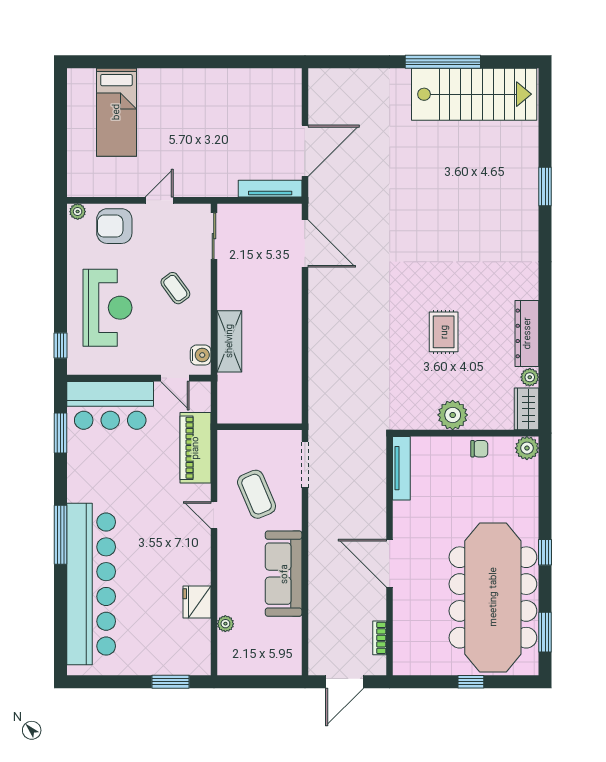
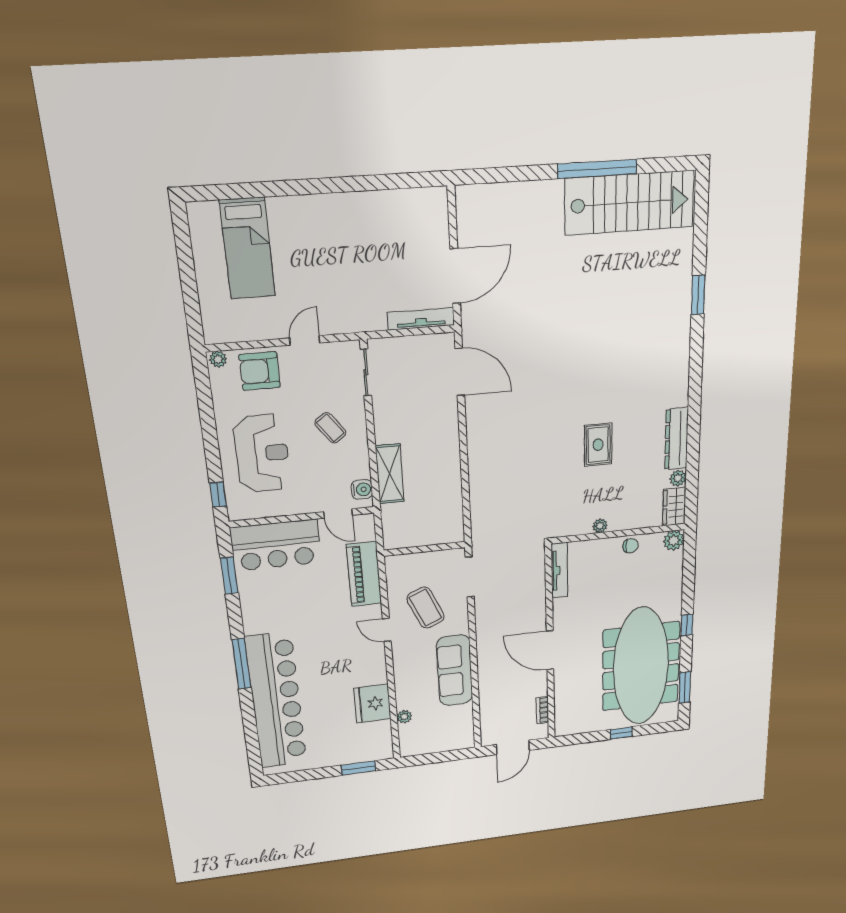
plant: (453, 415) -> (600, 526), width x0.53, depth x0.53
fridge: (197, 602) -> (372, 704), width x1.36, depth x1.34

